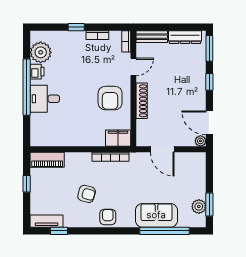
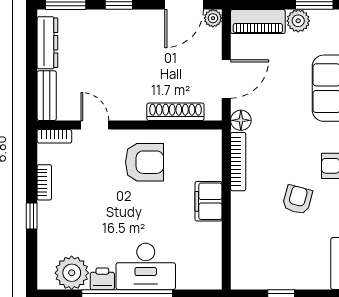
desk: (45, 99) -> (146, 266), width x1.37
shoe rack: (142, 101) -> (175, 112), moved
filing cabinet: (118, 138) -> (209, 201), moved
floor lamp: (136, 158) -> (241, 120), added
piano: (47, 160) -> (258, 22), moved, turned 90
plant: (199, 207) -> (298, 21), moved

